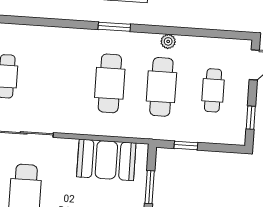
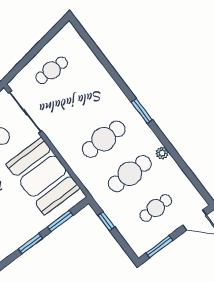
window: (251, 118) -> (159, 247), width x1.50
booth: (106, 160) -> (43, 176), width x1.36, depth x1.42

